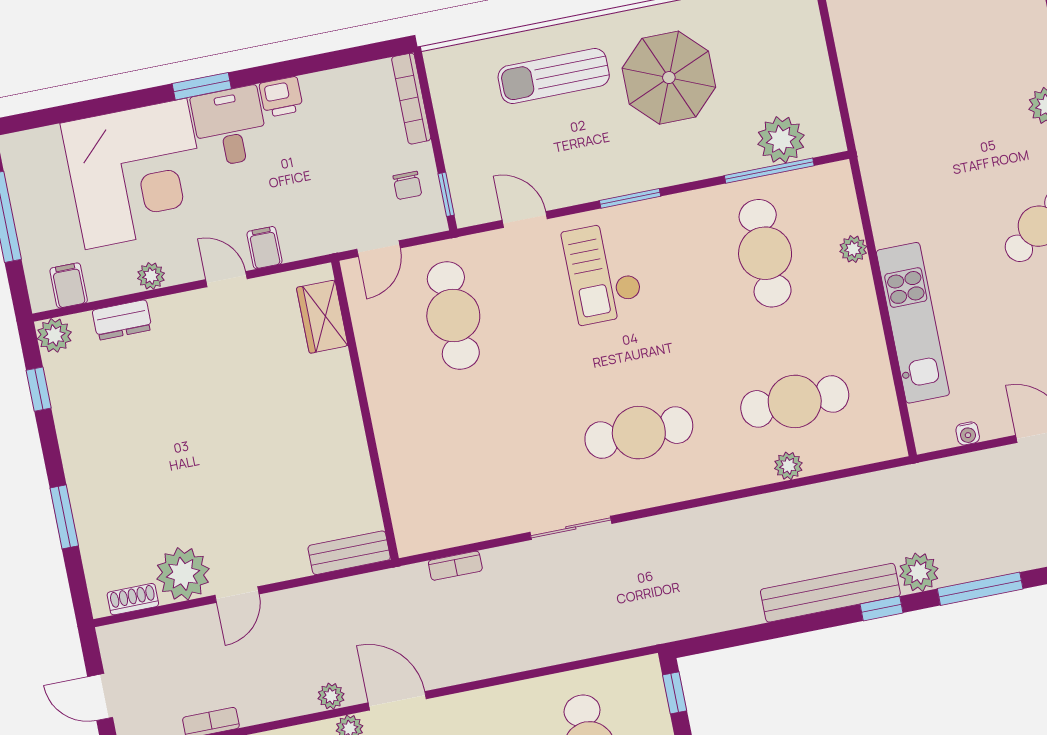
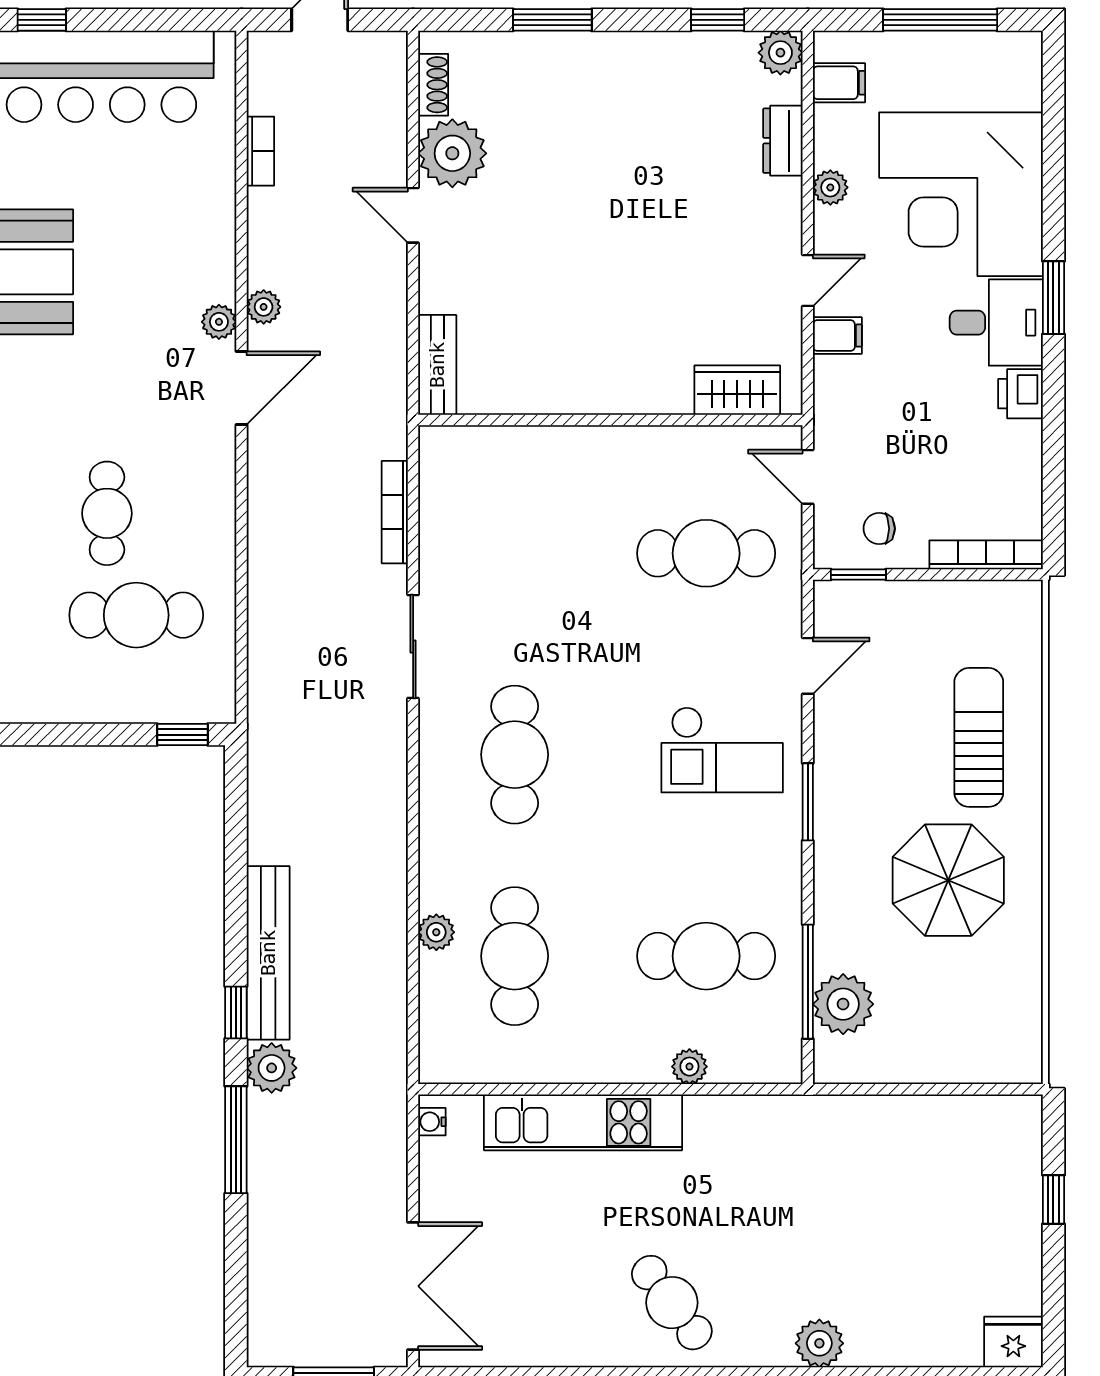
checkout: (603, 273) -> (722, 750), turned 180
water cooler: (968, 433) -> (432, 1122), moved
bookcase: (455, 566) -> (395, 512), width x1.56

